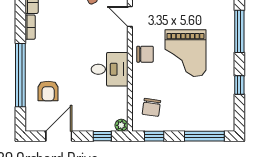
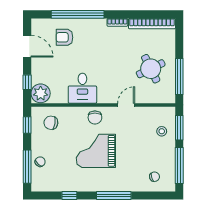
chair: (198, 120) -> (40, 162), added
plant: (121, 125) -> (41, 93), width x1.88, depth x1.88

